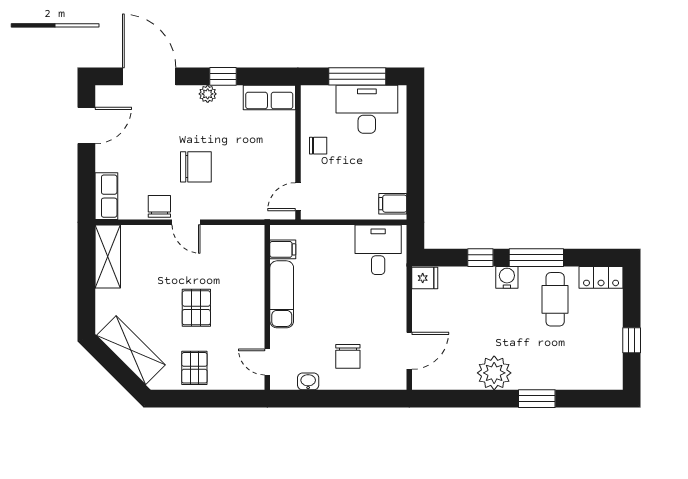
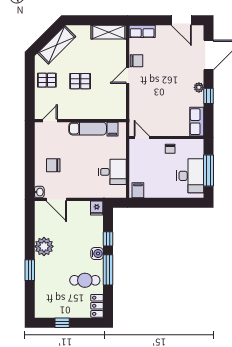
chair: (196, 167) -> (158, 81), removed
desk: (378, 250) -> (112, 172), moved
washbasin: (308, 381) -> (39, 192), moved

